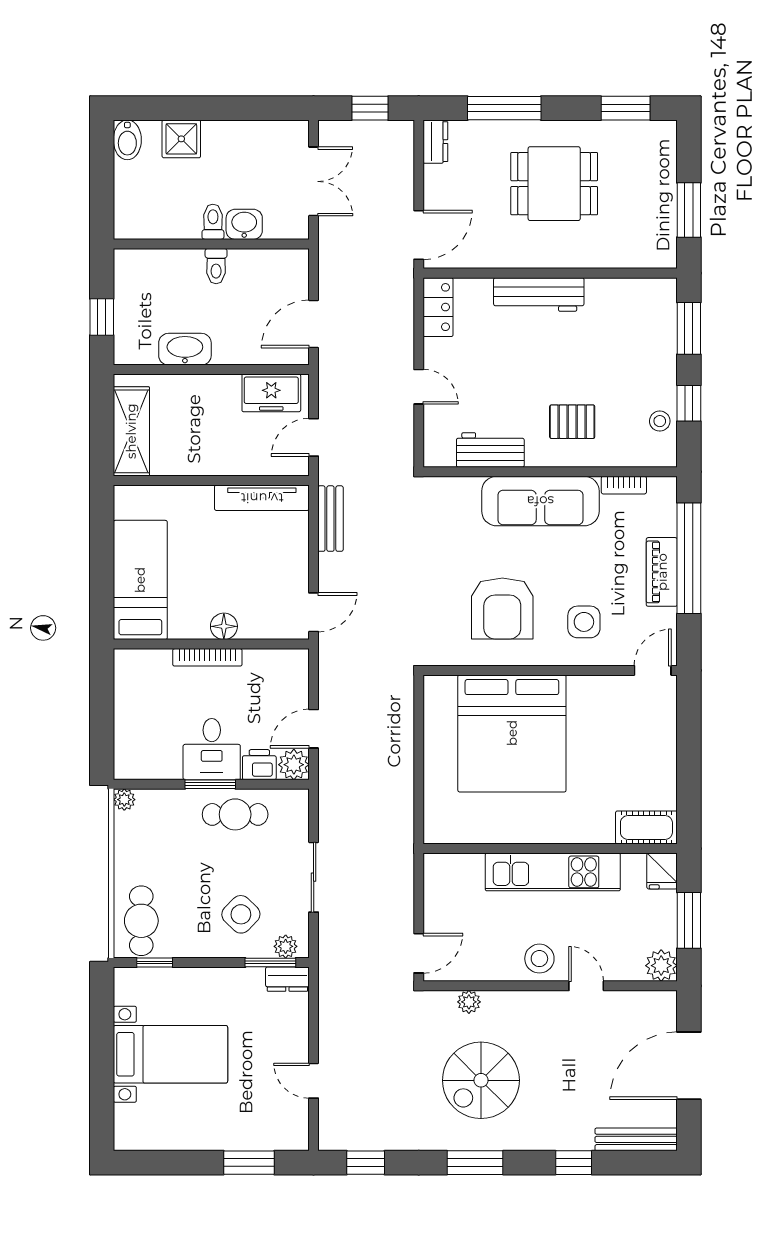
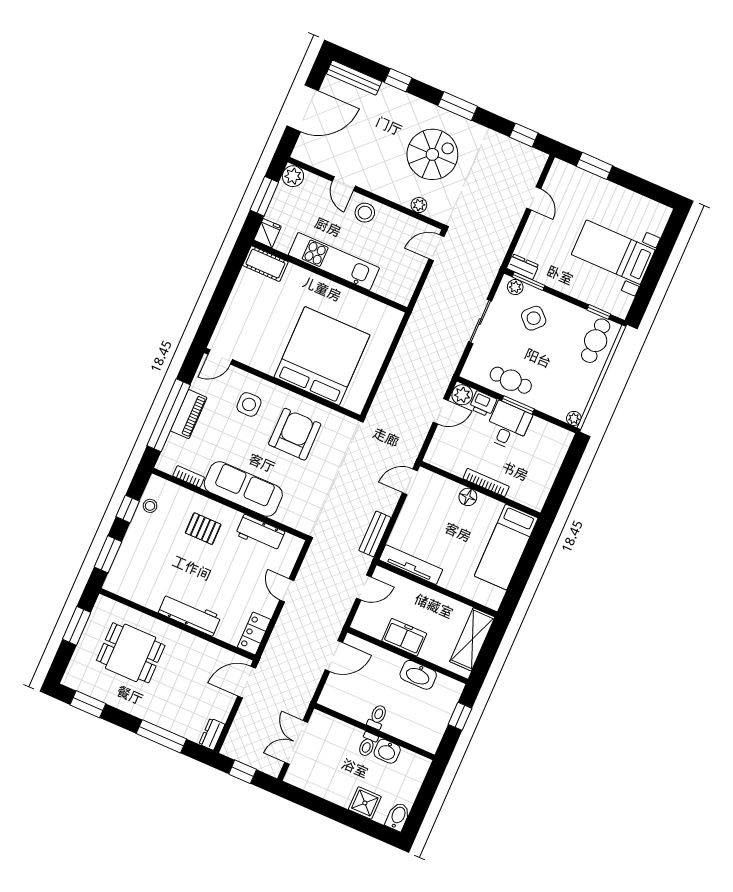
dining table: (554, 184) -> (131, 653), moved
washbasin: (244, 224) -> (387, 751), moved
freezer: (271, 393) -> (404, 637), moved

